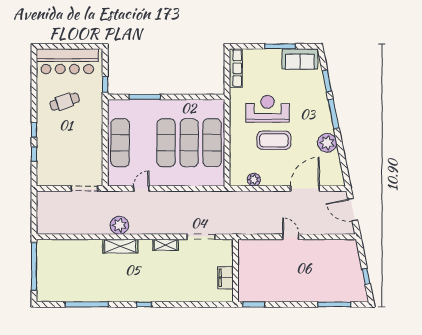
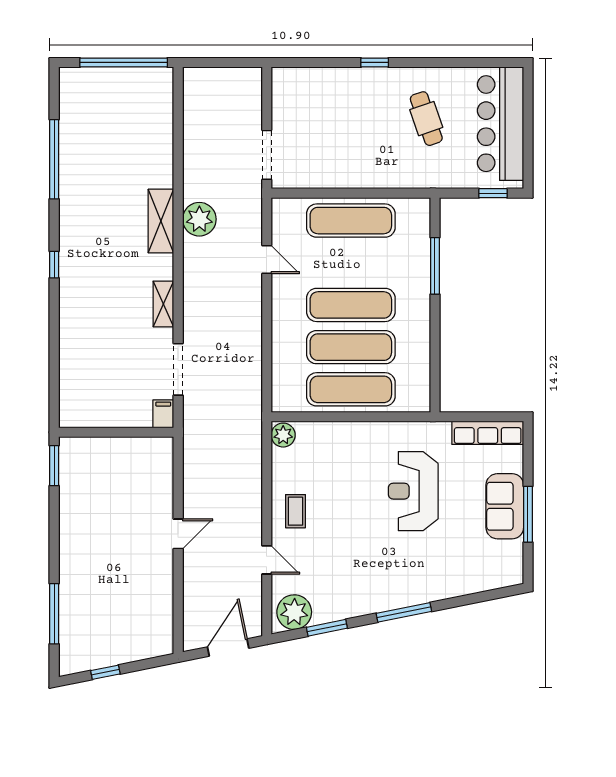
sofa: (300, 59) -> (505, 506), moved
window: (327, 81) -> (327, 628), moved
window: (105, 84) -> (493, 193), moved
reception desk: (267, 109) -> (413, 491), turned 180
coffee table: (274, 140) -> (295, 511), moved, width x0.54, depth x0.58
plant: (327, 143) -> (294, 612), moved
window: (34, 154) -> (330, 62), removed
plant: (254, 180) -> (283, 435), moved
door: (305, 189) -> (267, 560), width x0.53
filing cabinet: (225, 278) -> (163, 414), moved, width x0.50

